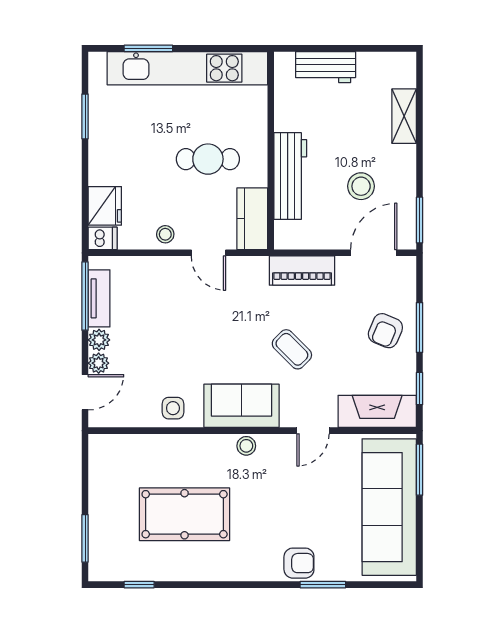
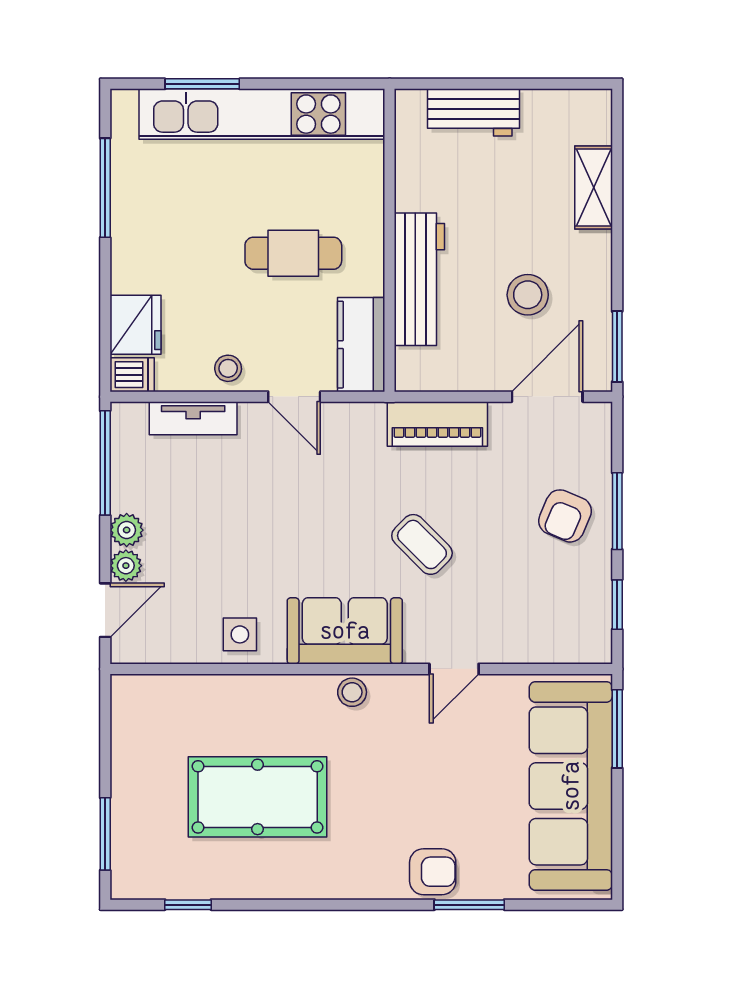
window: (85, 116) -> (105, 188), width x1.44
tv unit: (99, 298) -> (193, 418), moved, turned 90
fireplace: (377, 411) -> (552, 639), removed

